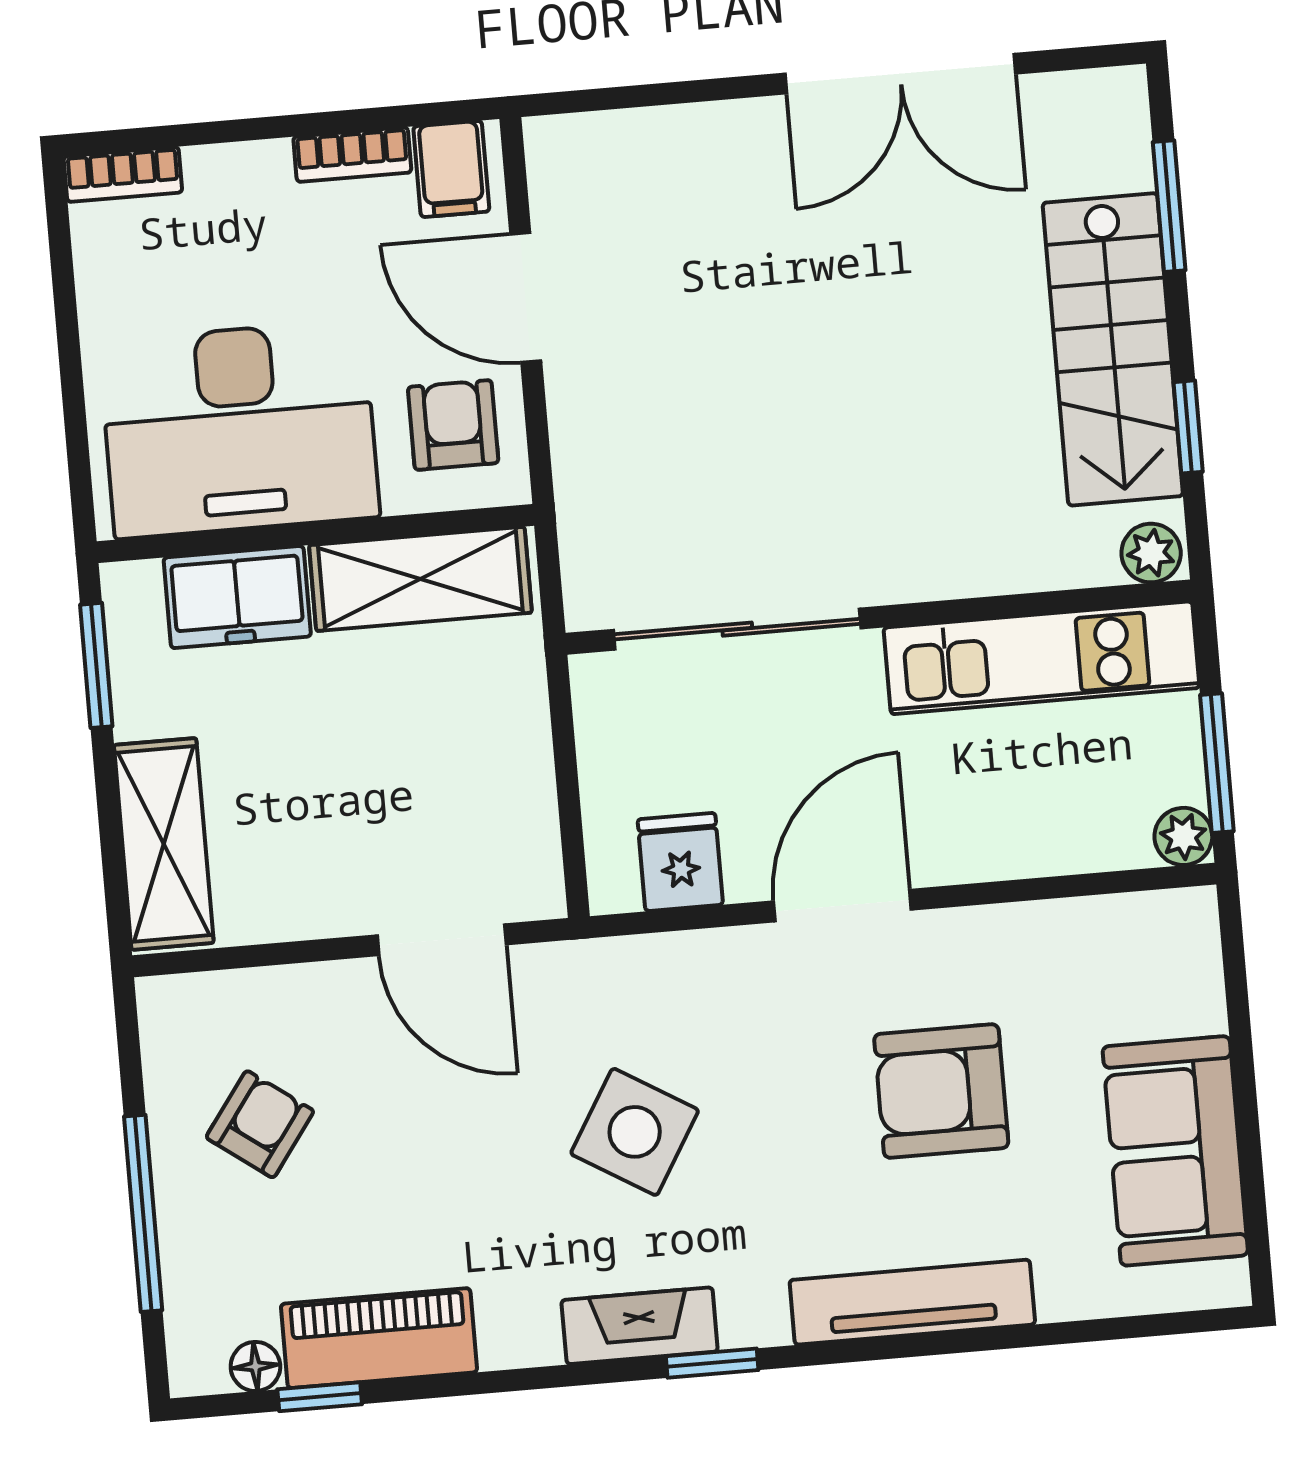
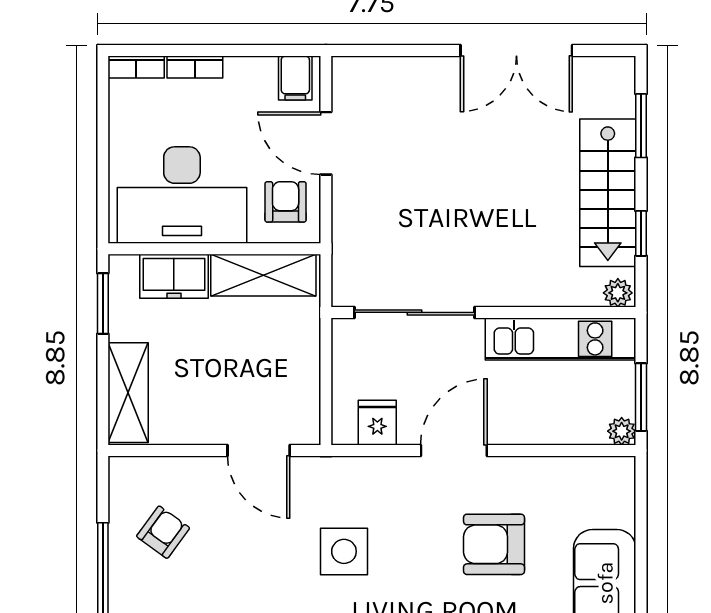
bookcase: (352, 155) -> (195, 67), moved
side table: (635, 1132) -> (344, 551), turned -31

